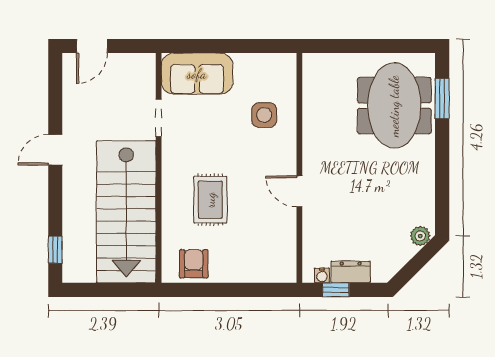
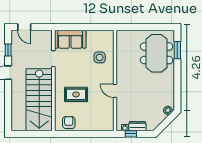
door: (92, 46) -> (24, 27), hinge flipped
rug: (210, 200) -> (76, 94), turned 90
window: (55, 250) -> (8, 50), moved

